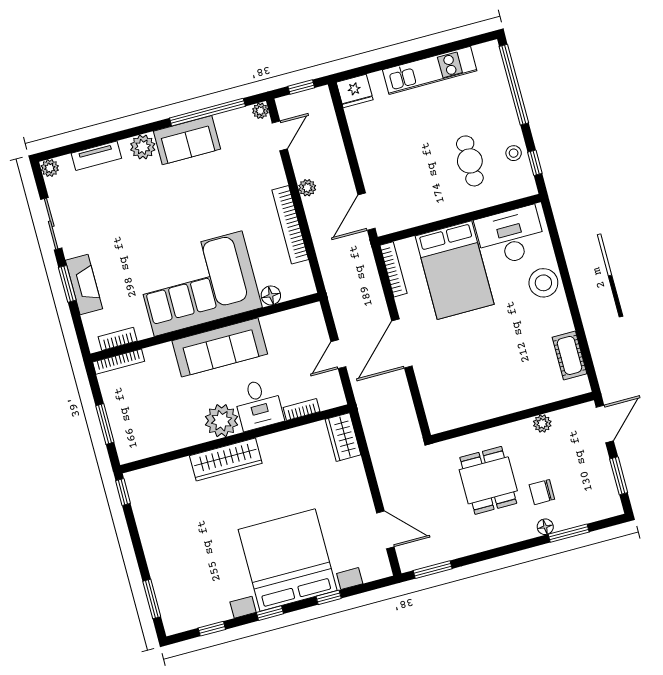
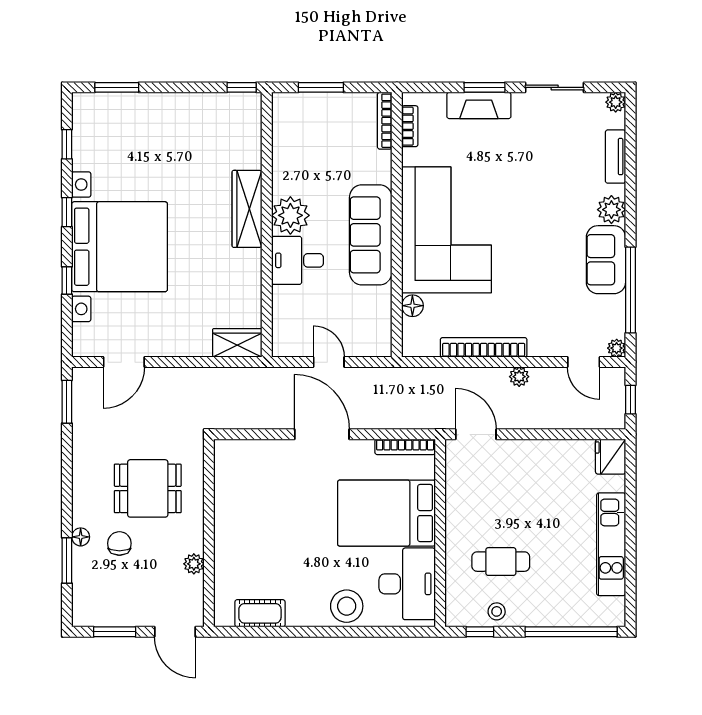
bookcase: (301, 410) -> (279, 306), removed

